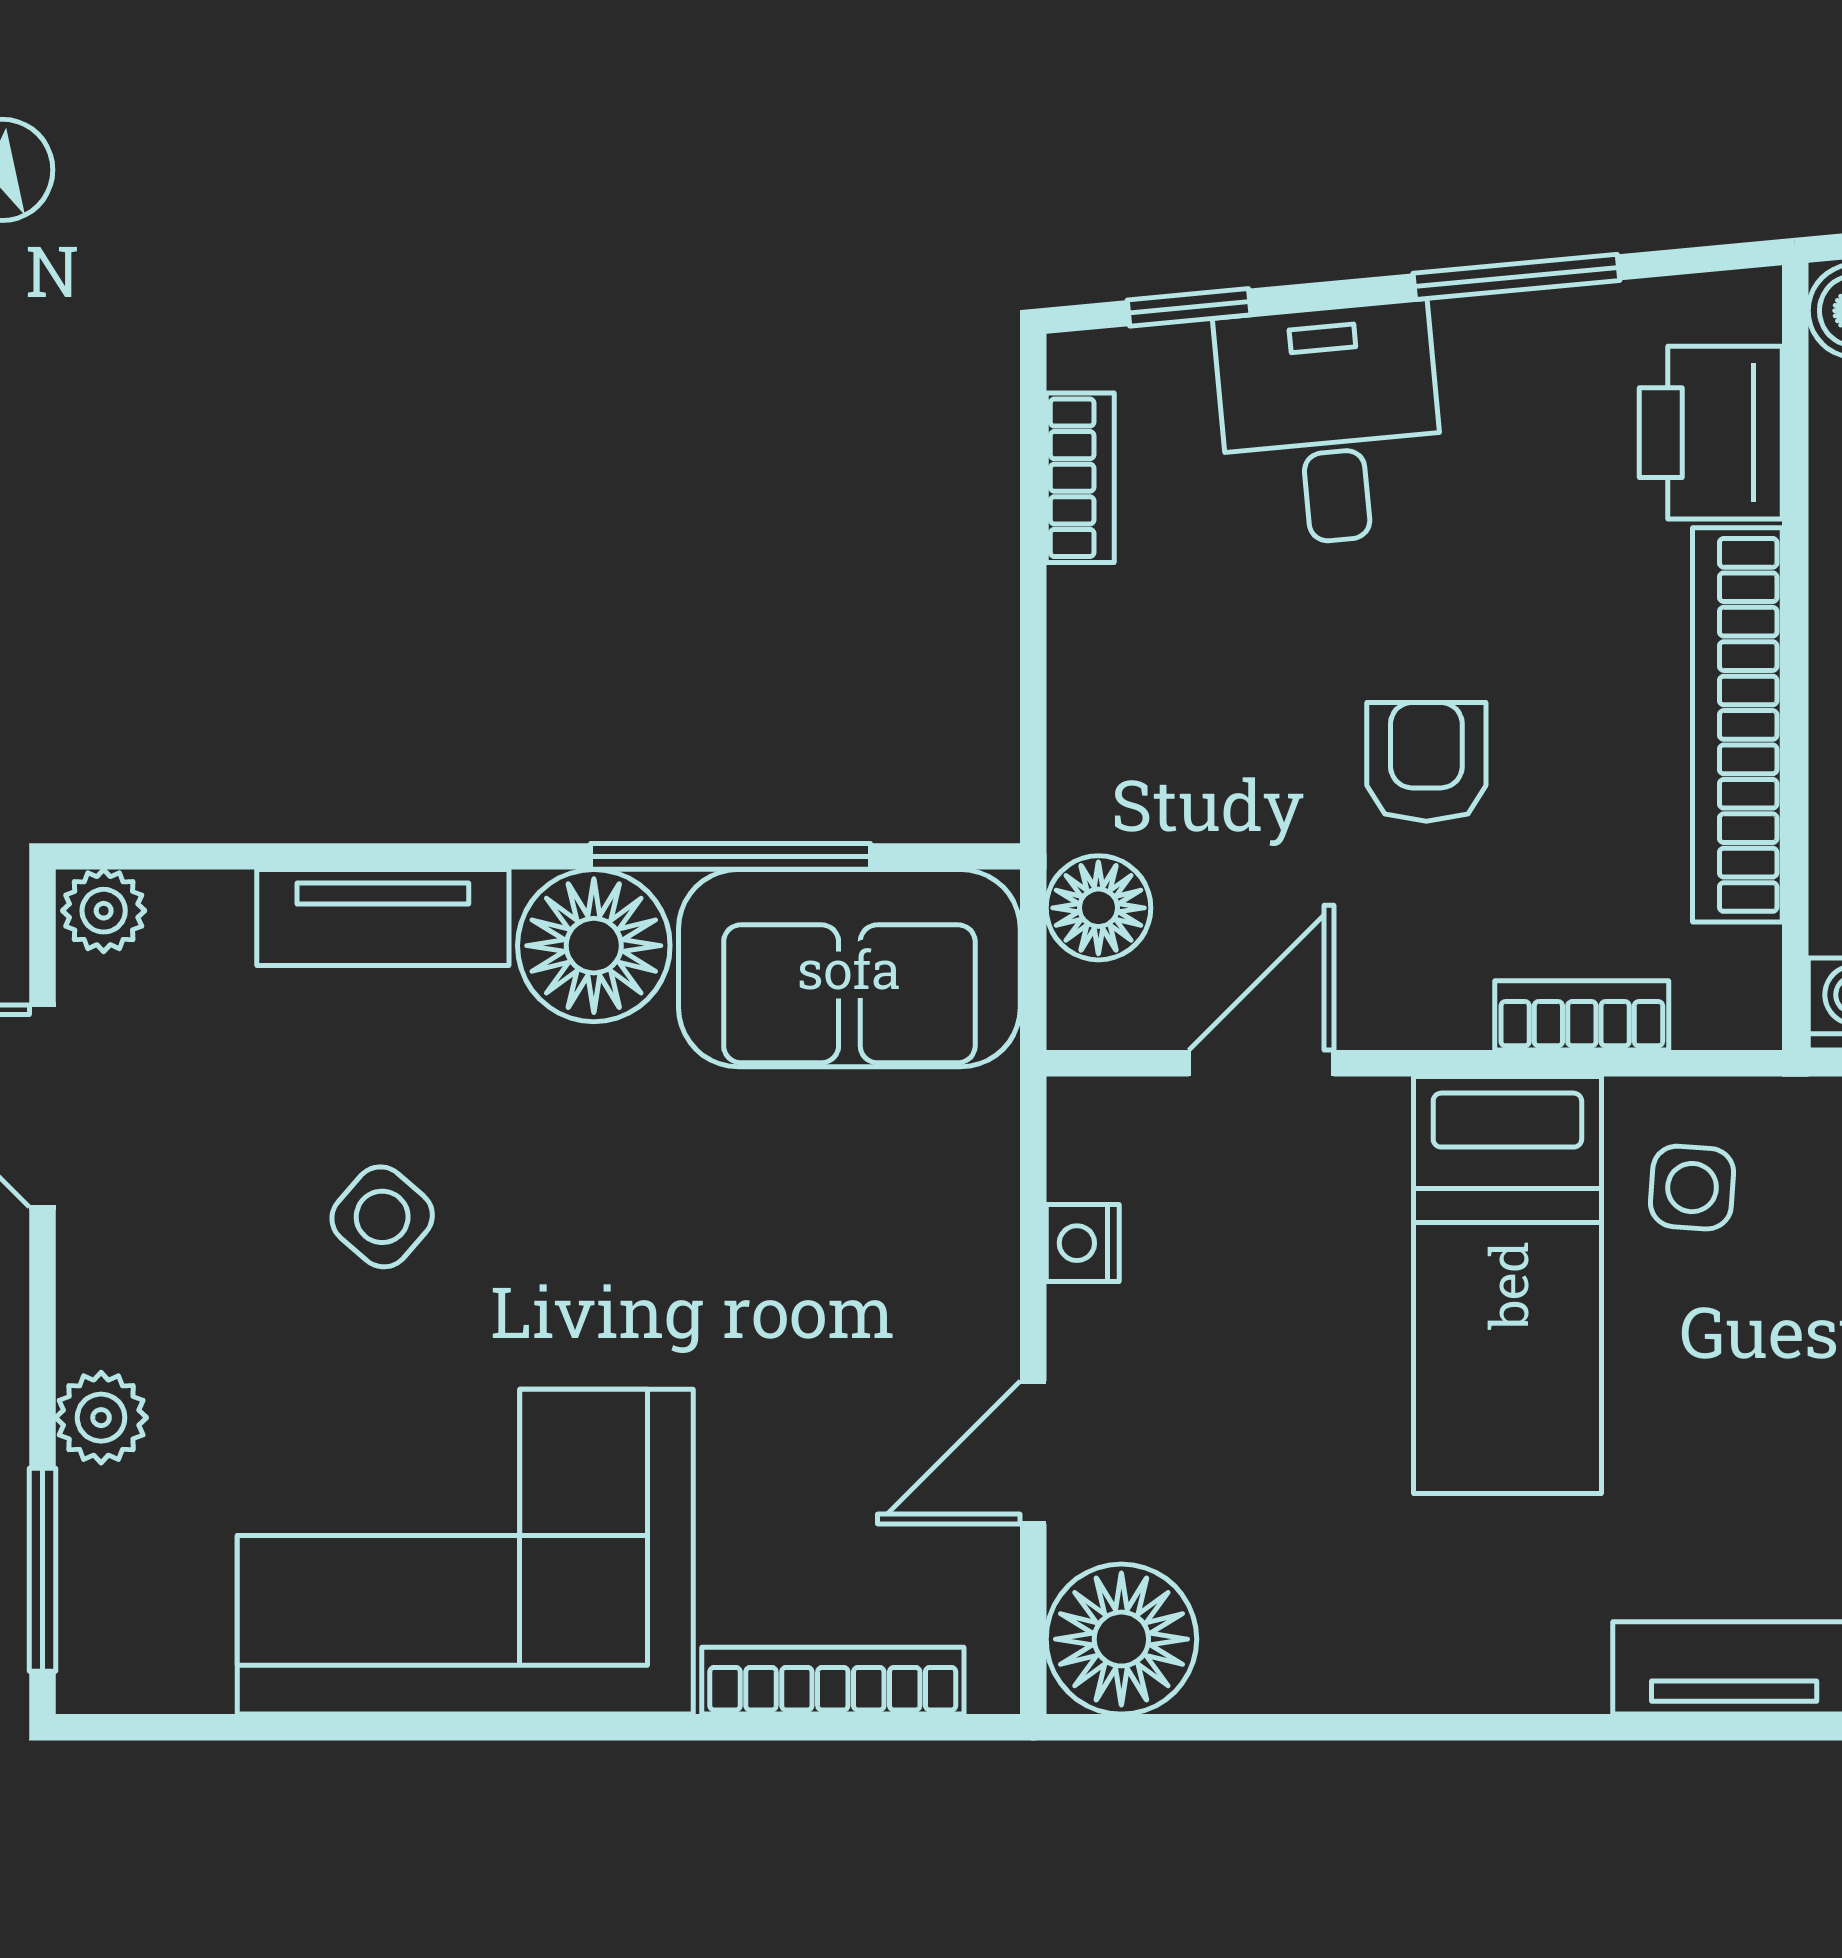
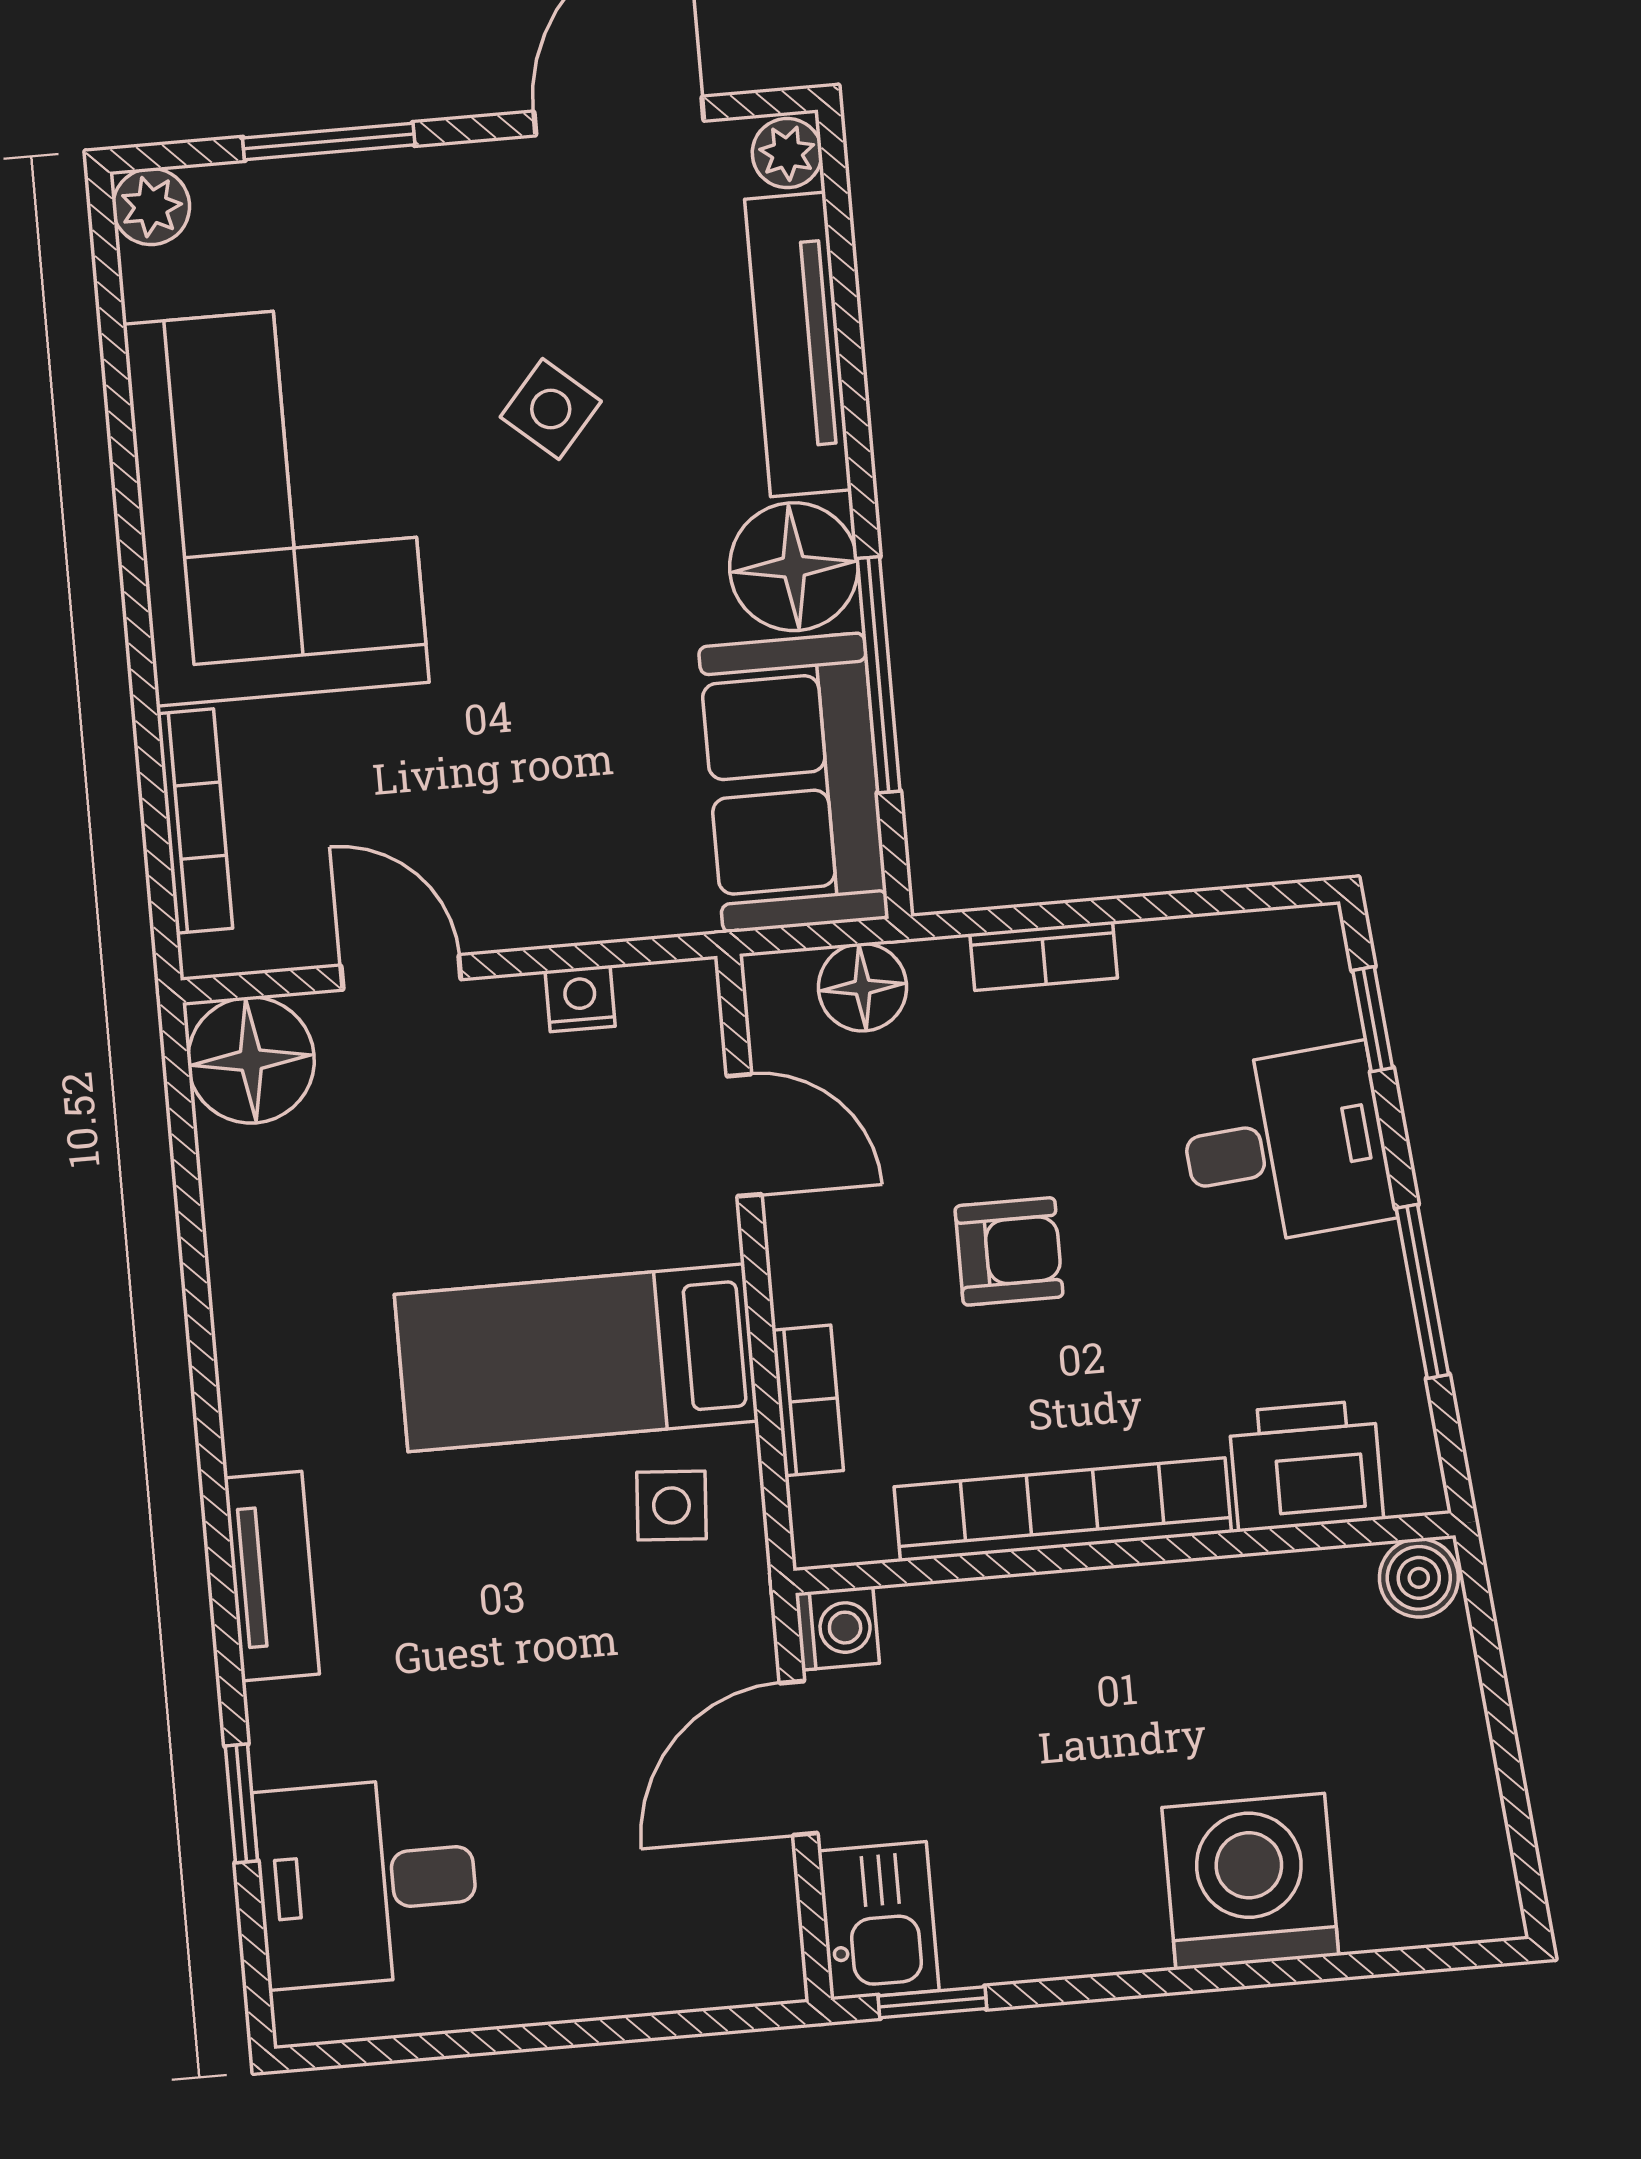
bookcase: (1080, 478) -> (1044, 956), moved
tv unit: (383, 918) -> (798, 344), width x1.41
plant: (101, 1418) -> (151, 206), moved
window: (42, 1570) -> (329, 141), moved

